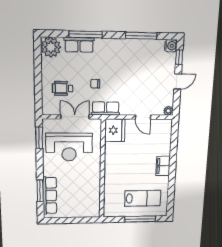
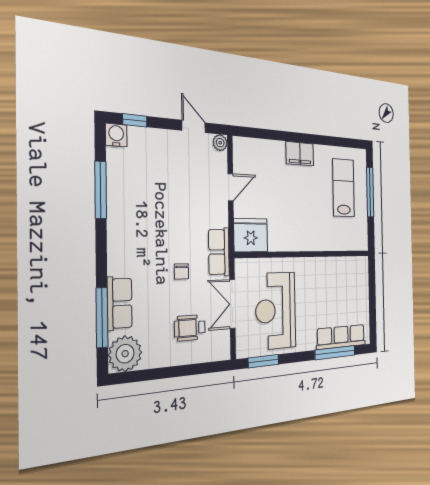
window: (86, 34) -> (102, 318), moved
door: (178, 82) -> (194, 127), moved
wheelchair: (63, 88) -> (190, 328), turned 90
reception desk: (69, 147) -> (276, 311), turned 180
window: (40, 191) -> (335, 353), width x1.44

